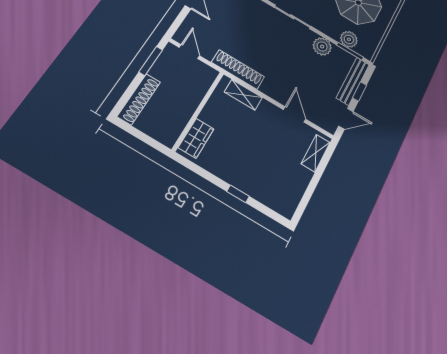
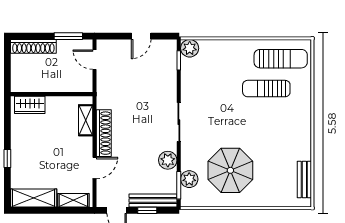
door: (189, 52) -> (95, 60), swing flipped
shoe rack: (238, 69) -> (104, 133), moved
shelving: (293, 191) -> (34, 198), added

